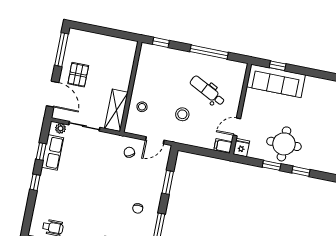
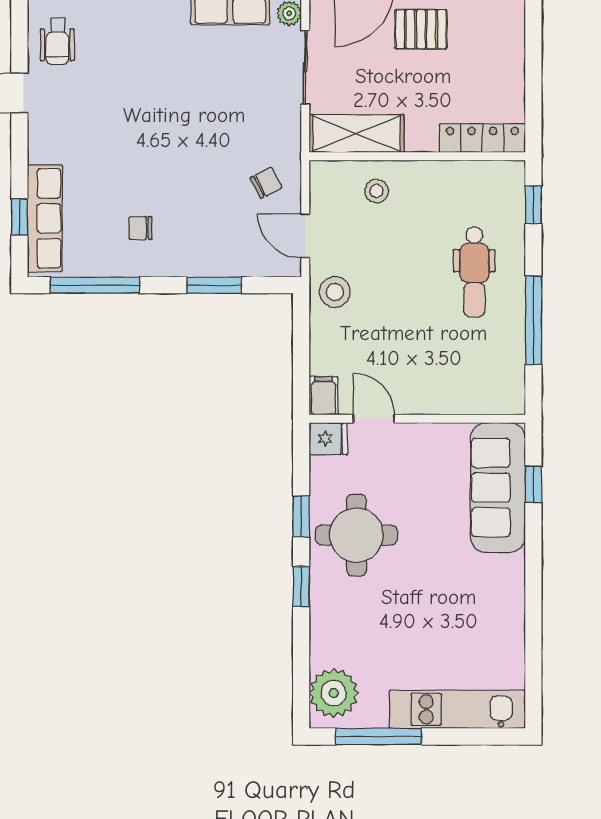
locker: (129, 58) -> (482, 138), added
dental chair: (207, 91) -> (474, 272), moved, turned 153
stool: (182, 114) -> (335, 292), moved

